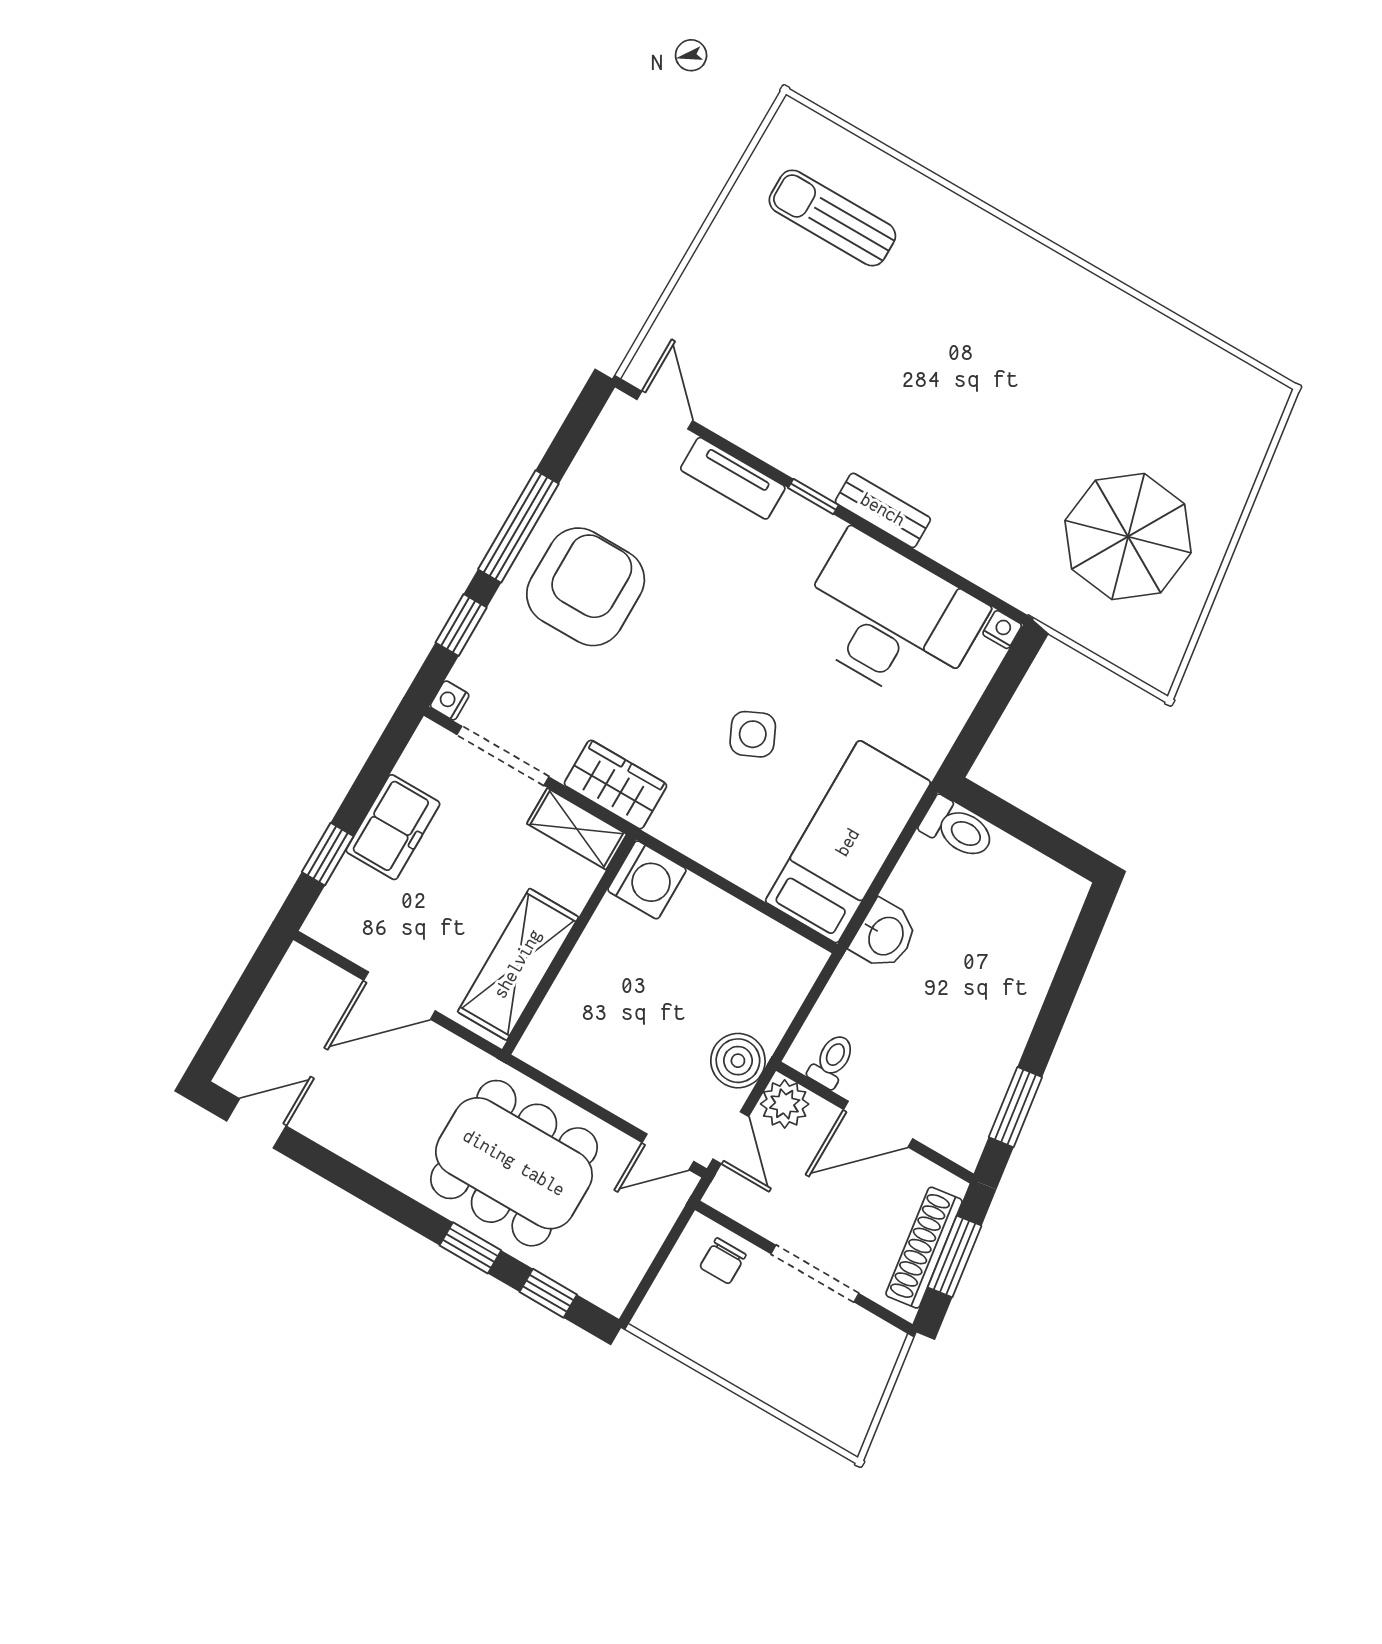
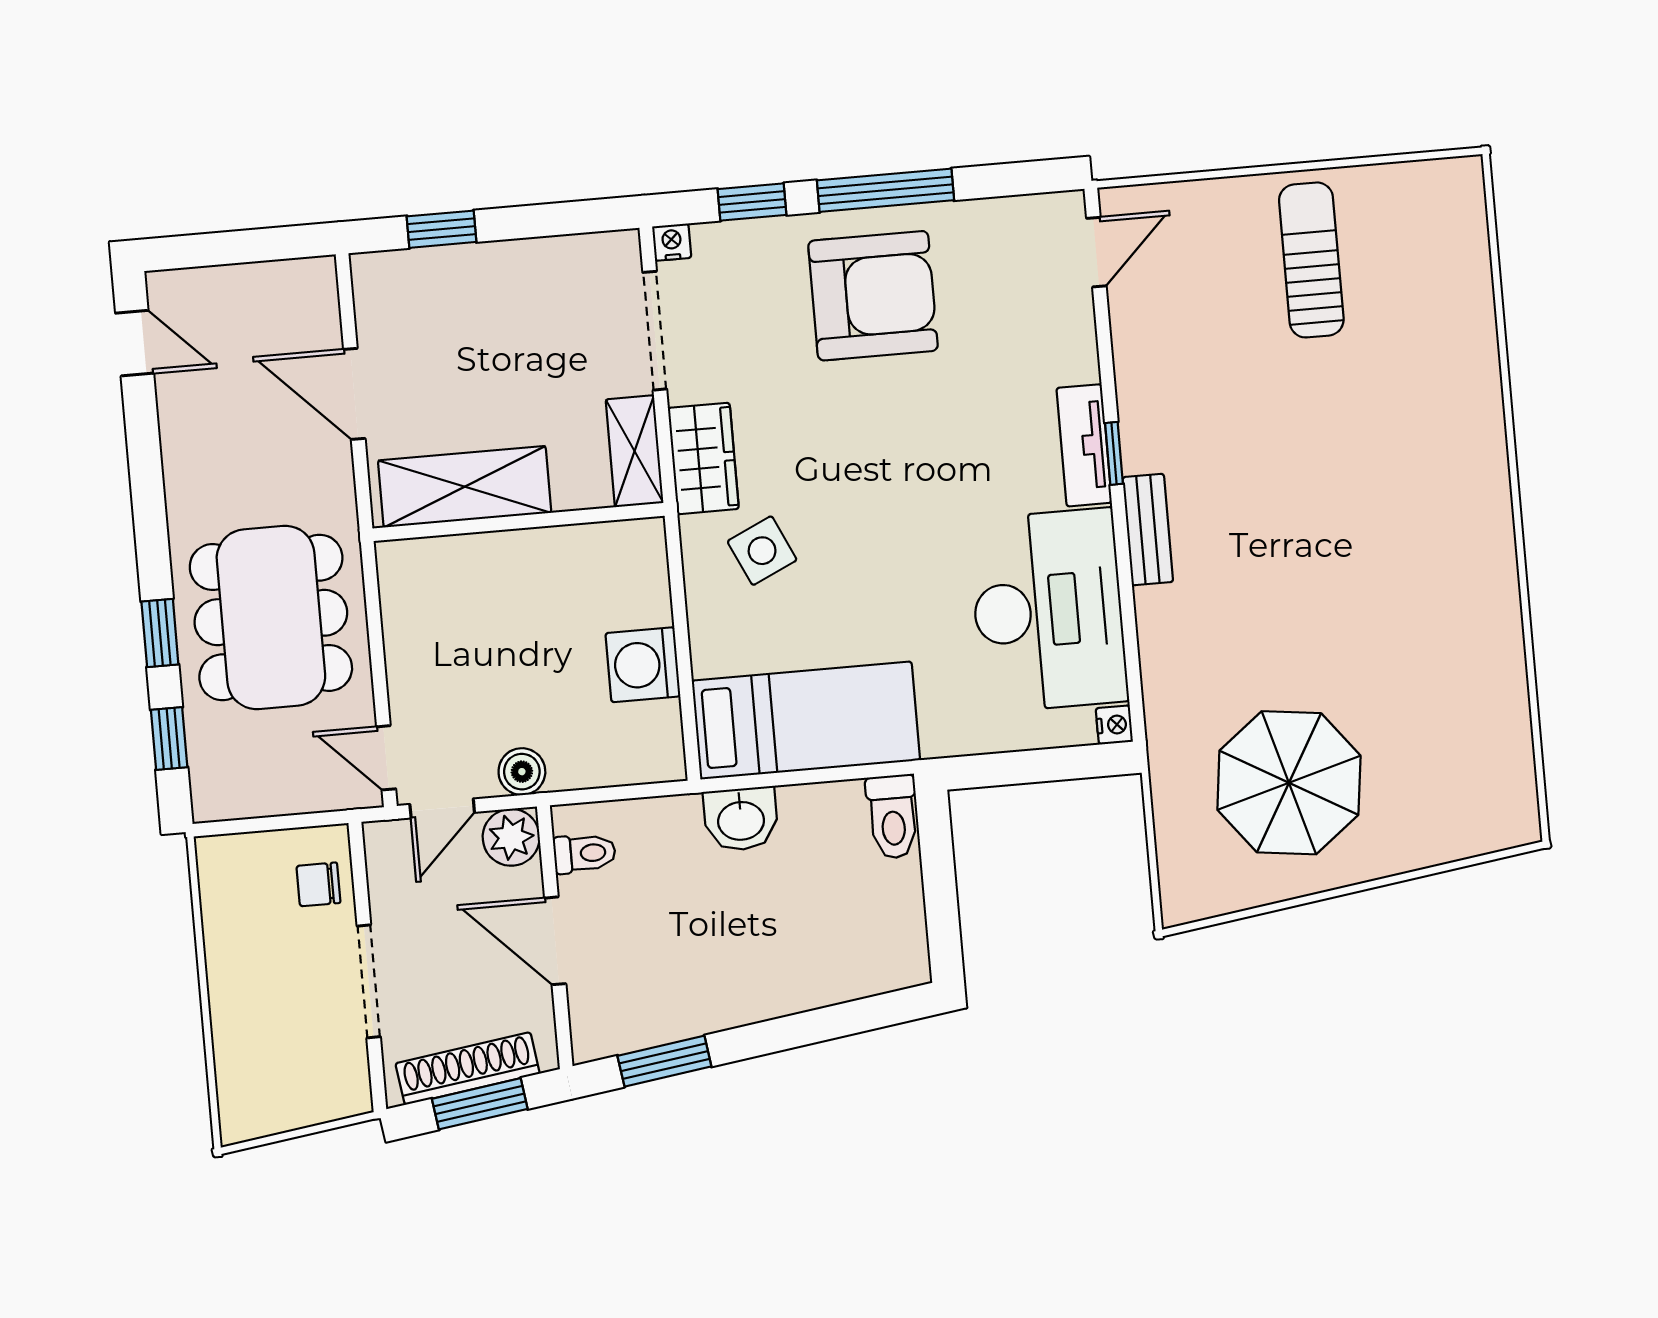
sun lounger: (832, 218) -> (1311, 260), moved
tv unit: (733, 478) -> (1084, 445), moved
side table: (753, 734) -> (762, 551), moved
freezer: (393, 827) -> (512, 273), removed
washing machine: (647, 880) -> (643, 665), moved, turned 90
boiler: (738, 1061) -> (522, 772), width x0.73, depth x0.73

